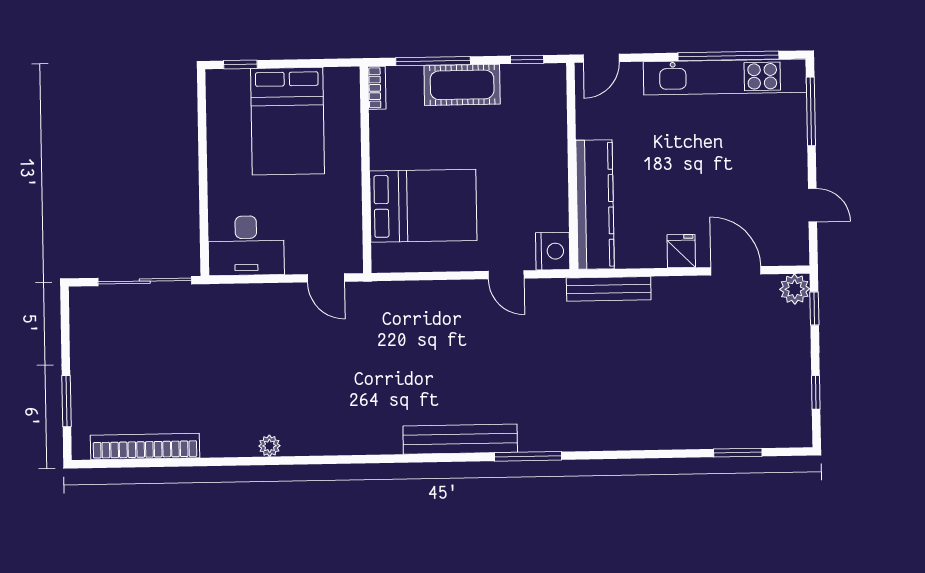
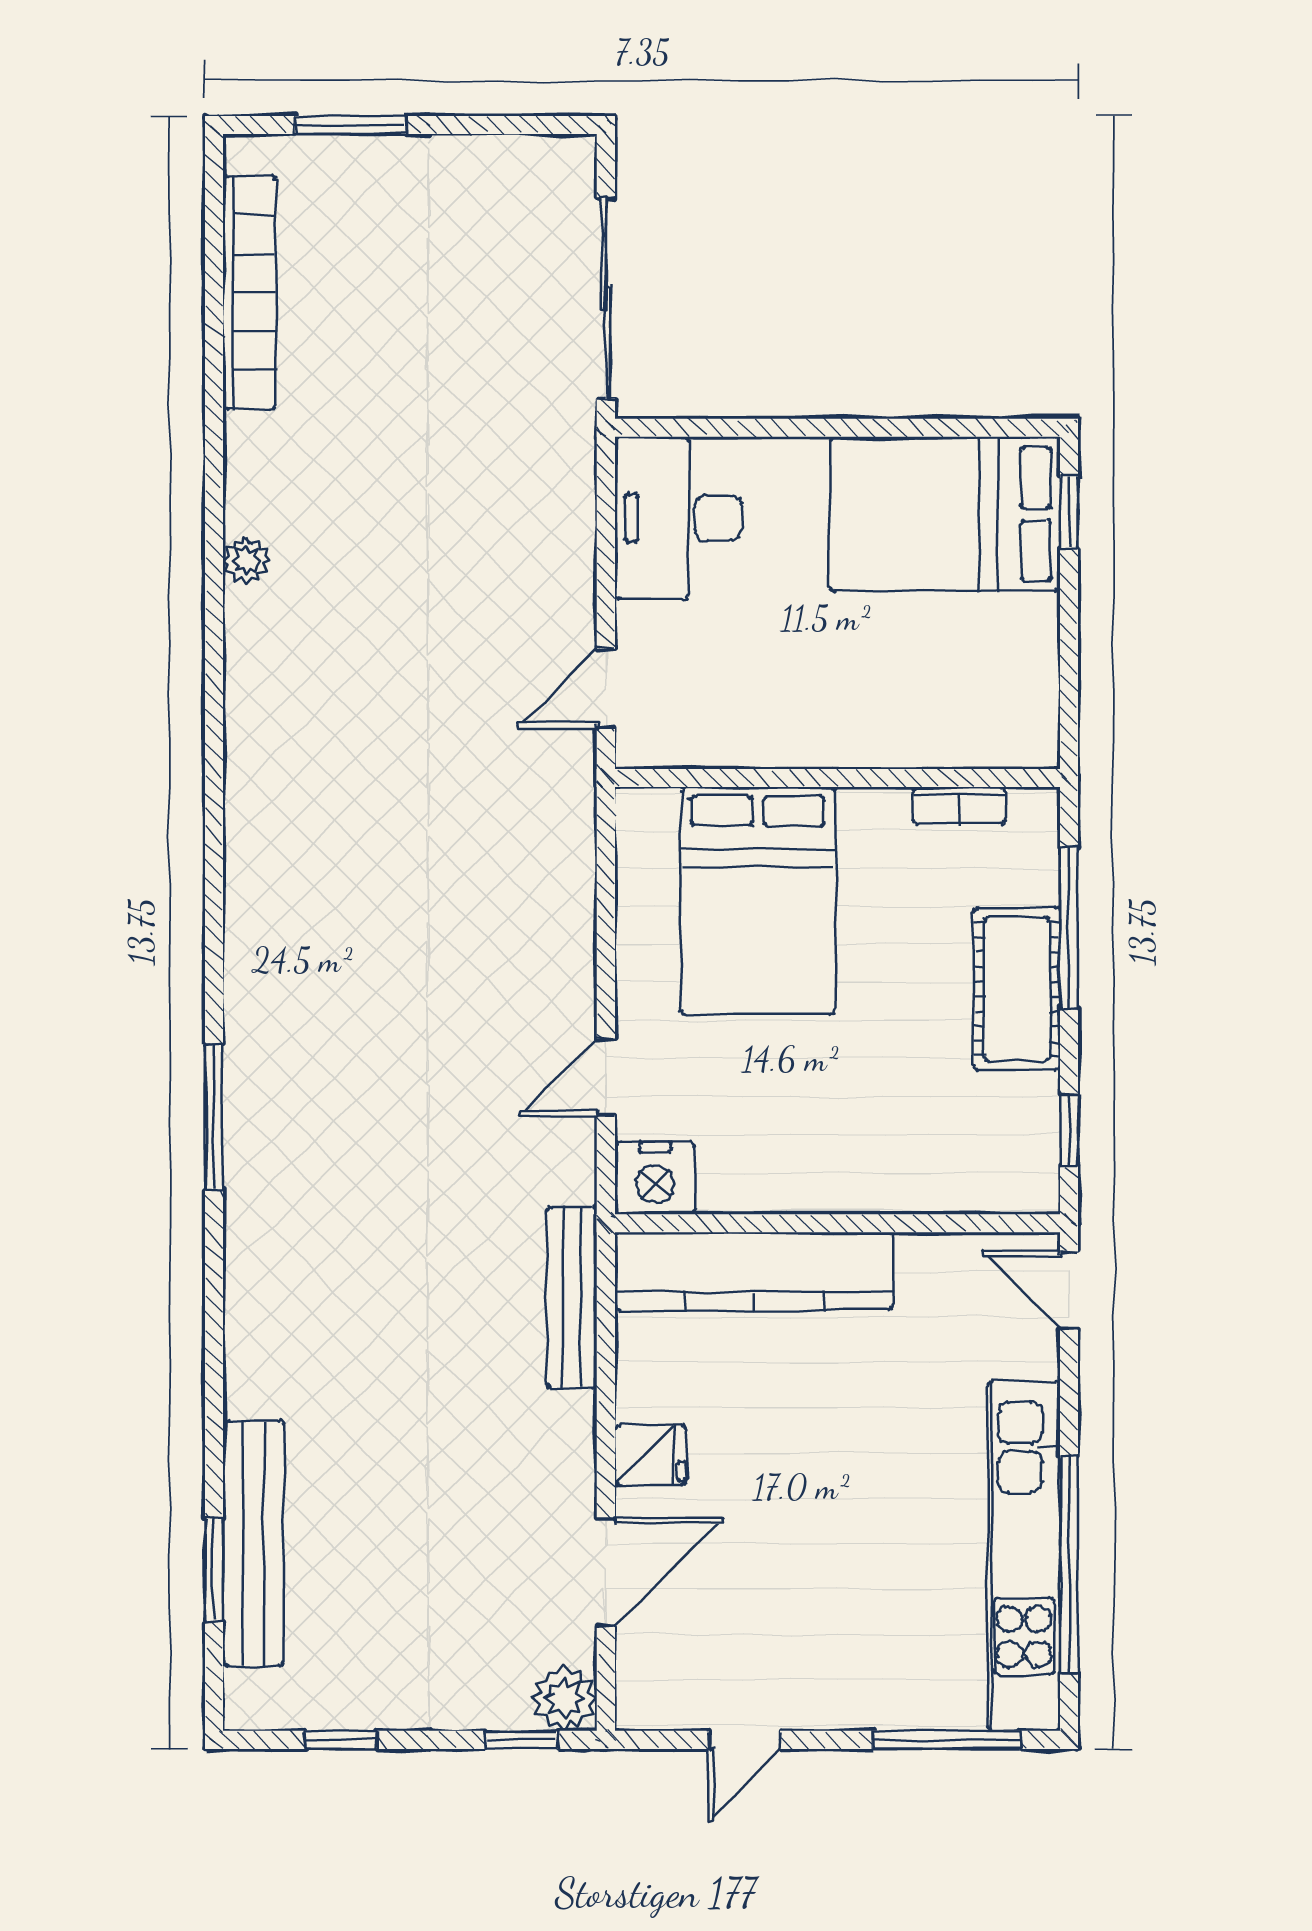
bookcase: (377, 88) -> (959, 806), moved
bed: (287, 121) -> (945, 514), moved
bench: (460, 439) -> (253, 1543), moved

